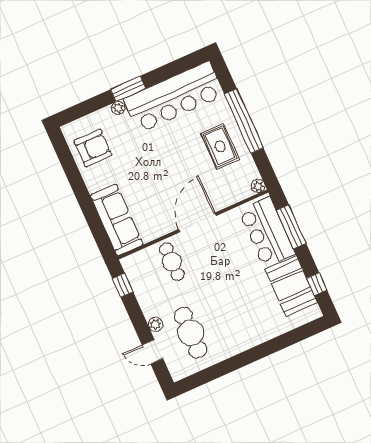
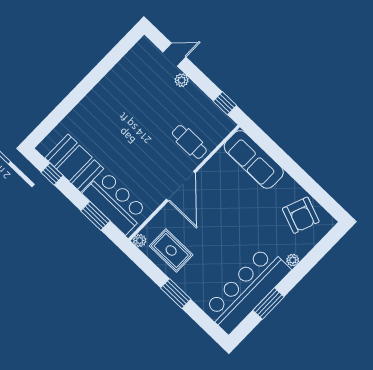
window: (128, 89) -> (268, 304), moved
window: (244, 121) -> (176, 294), width x0.47
rug: (220, 146) -> (171, 250), moved
armchair: (93, 148) -> (301, 215), turned -69
window: (291, 227) -> (95, 216), width x0.69
cafe table: (191, 333) -> (147, 85), removed

